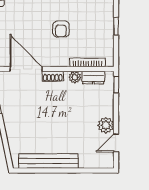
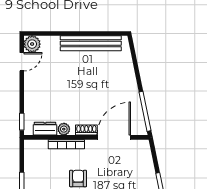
bookcase: (88, 62) -> (66, 144), moved
door: (26, 69) -> (114, 137), swing flipped
plant: (106, 125) -> (32, 44), moved

